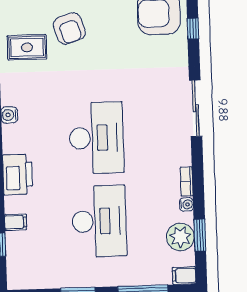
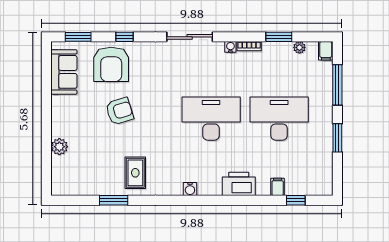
armchair: (69, 29) -> (120, 111), moved
water cooler: (186, 204) -> (230, 47), moved
window: (200, 235) -> (279, 37), moved
plant: (180, 237) -> (299, 47), width x0.53, depth x0.53

